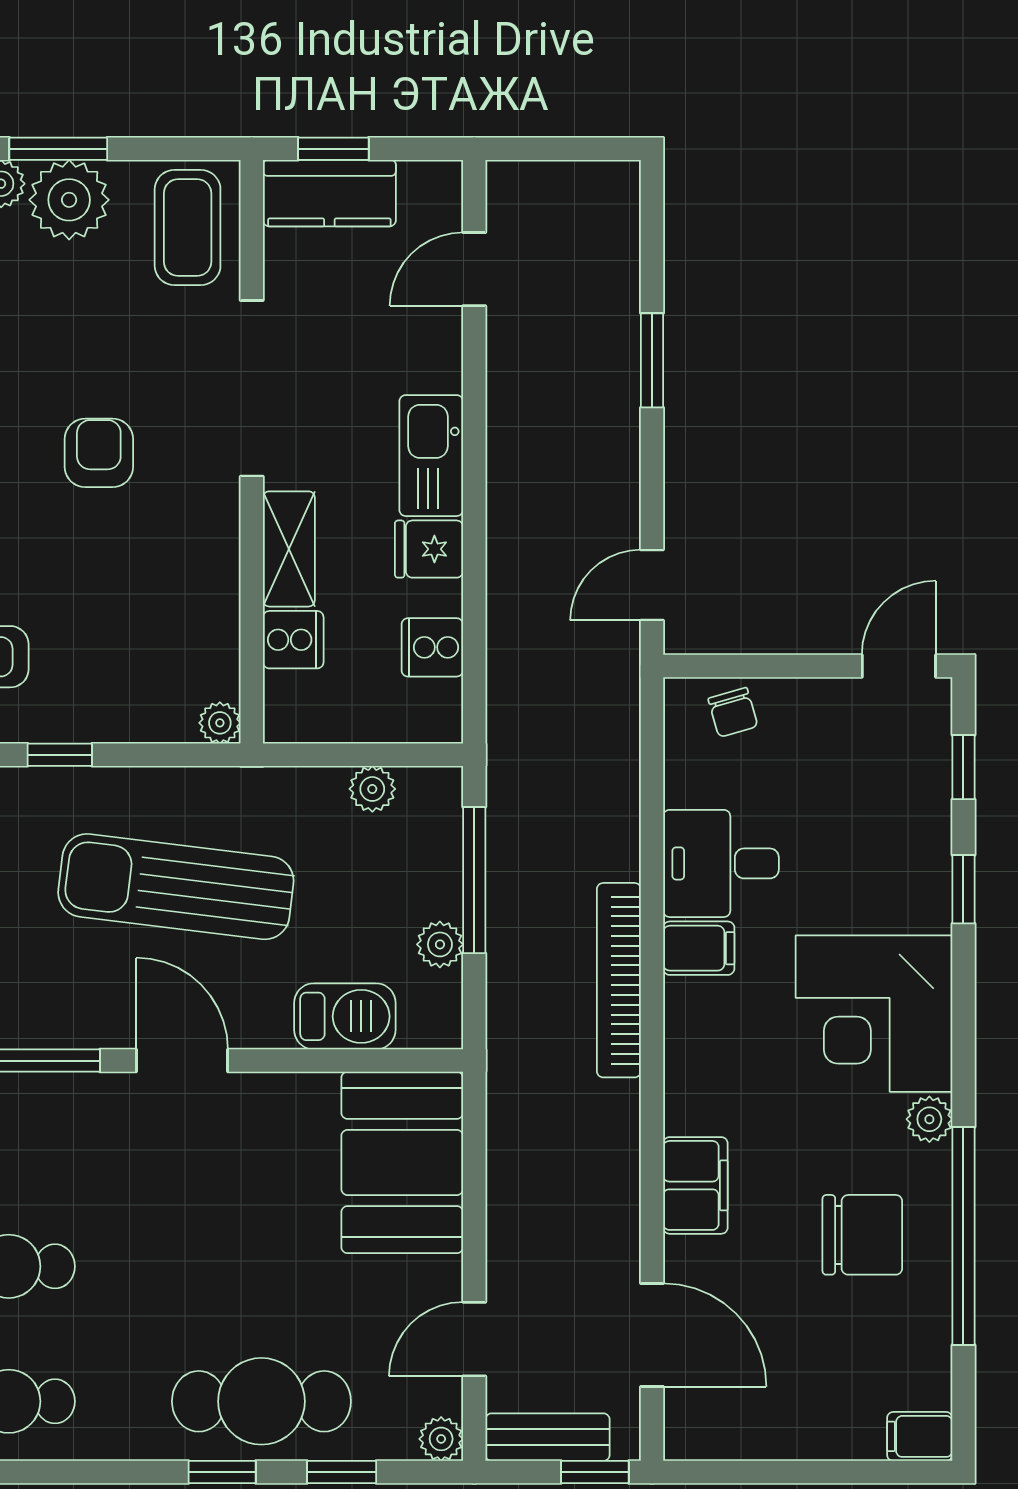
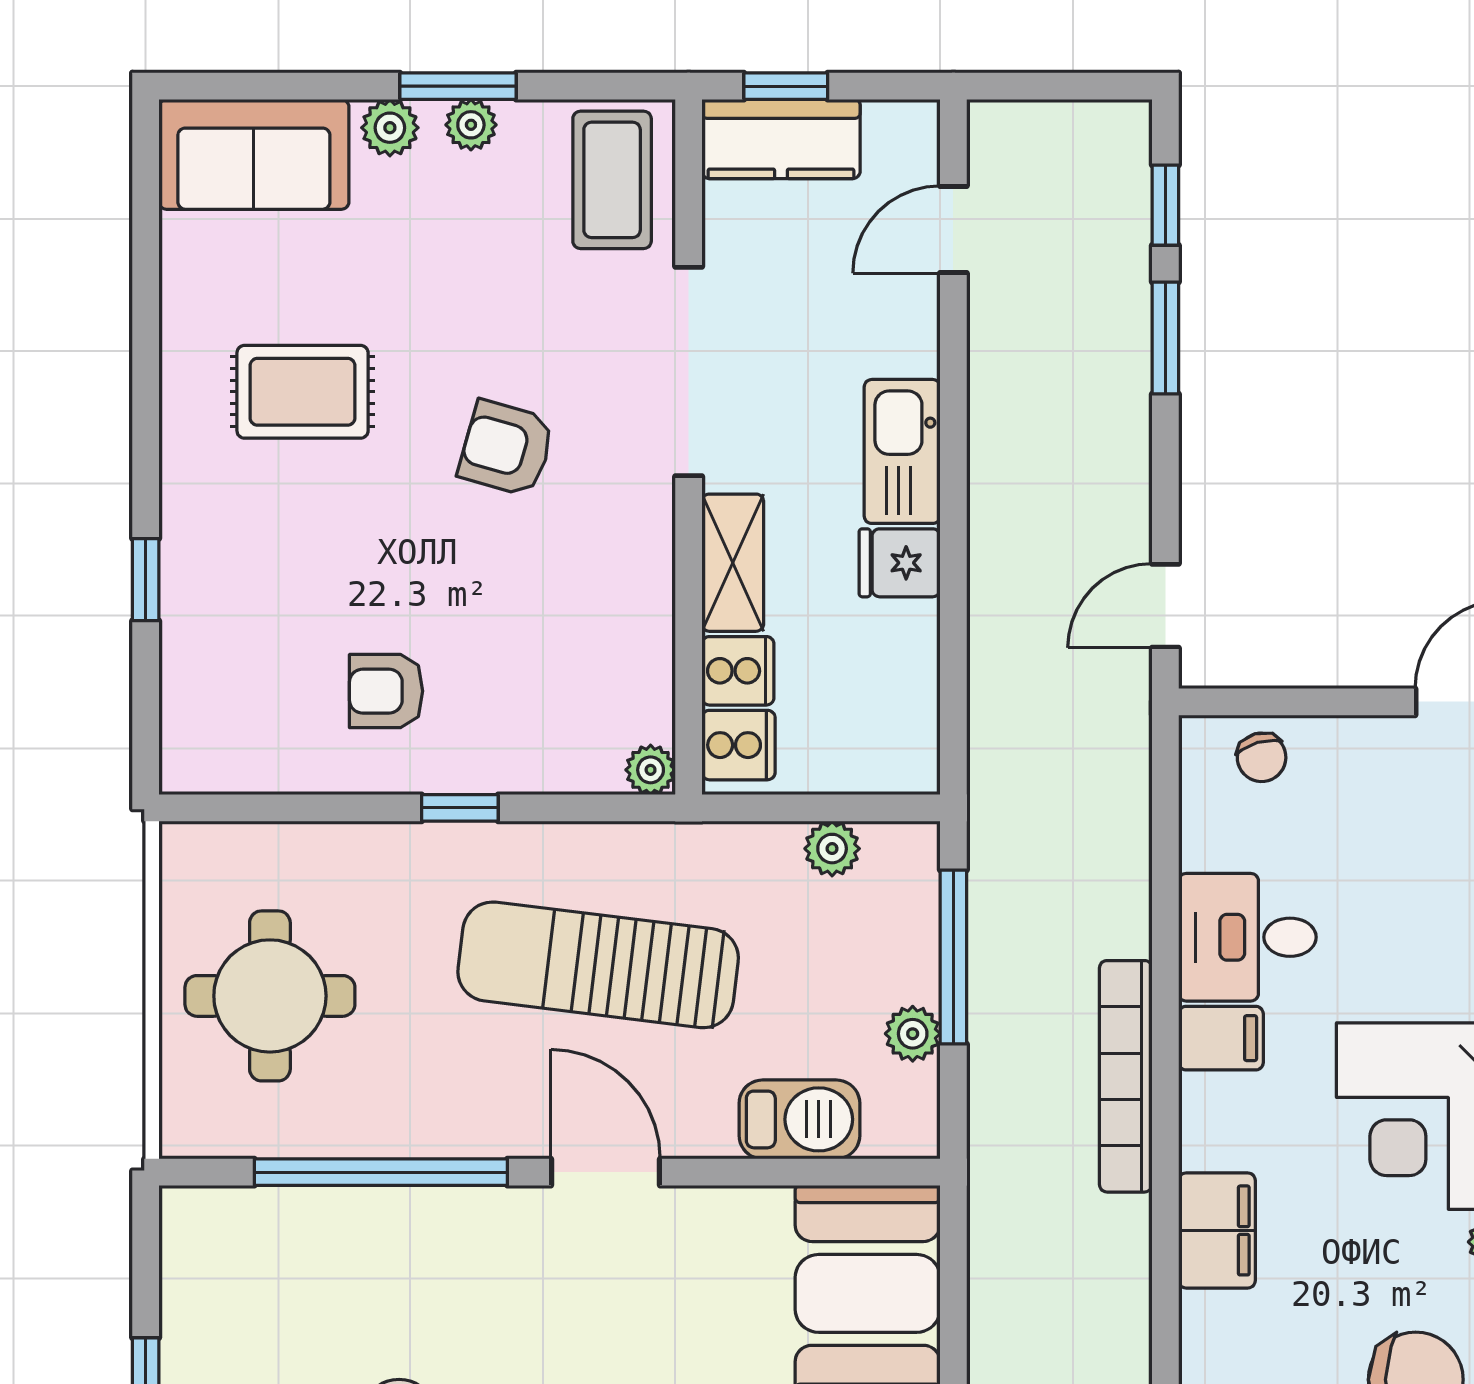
plant: (69, 200) -> (471, 125), width x0.53, depth x0.53
window: (652, 249) -> (1165, 205), added
armchair: (99, 453) -> (506, 448), turned -74
cooker: (432, 647) -> (738, 745), moved, turned 180
filing cabinet: (695, 1185) -> (1217, 1230), moved

